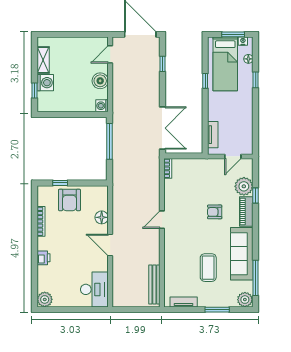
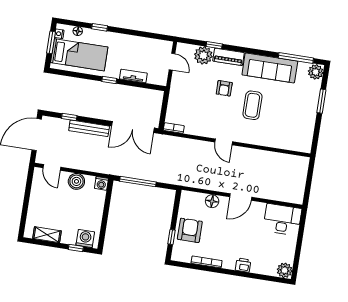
window: (205, 81) -> (109, 80), moved
washing machine: (45, 83) -> (85, 239), moved
double door: (162, 128) -> (133, 127), swing flipped
tv unit: (213, 135) -> (133, 76), moved
armchair: (69, 200) -> (190, 230), turned -90
coffee table: (208, 268) -> (252, 105), moved, turned 90
bench: (154, 285) -> (89, 128), moved
tv unit: (184, 302) -> (309, 133), removed

